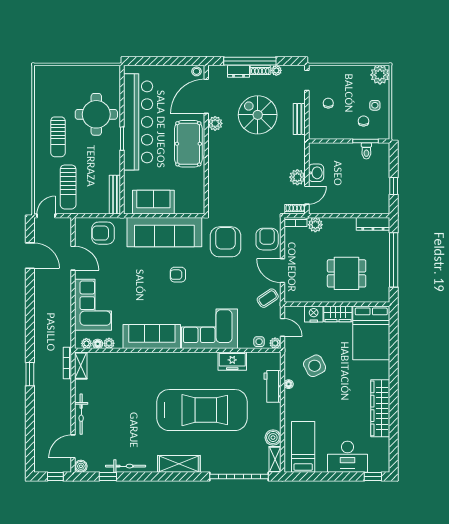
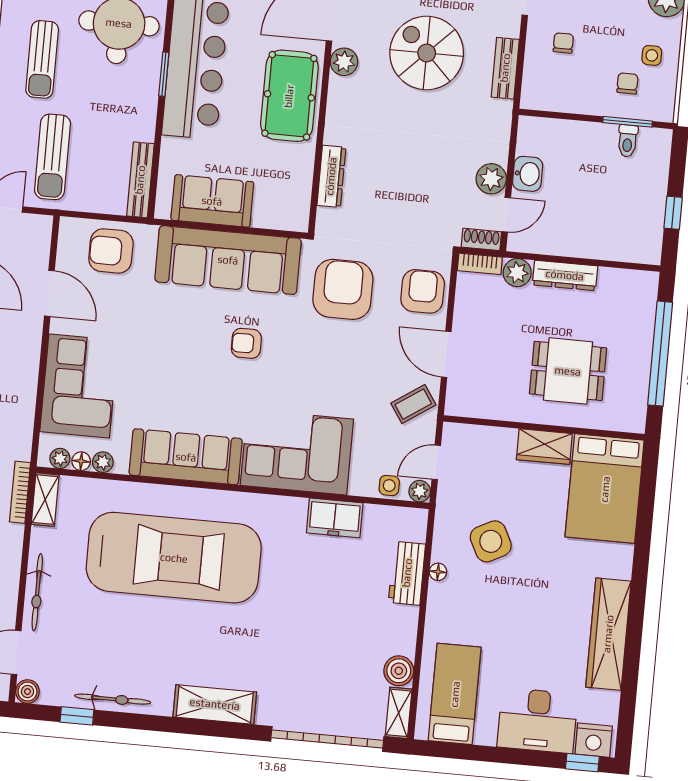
dresser: (214, 184) -> (331, 176), added
dresser: (373, 224) -> (565, 275), moved
nightstand: (314, 314) -> (594, 740), moved, turned 180
door: (282, 327) -> (436, 462), swing flipped
car: (202, 410) -> (174, 558), moved

